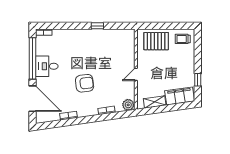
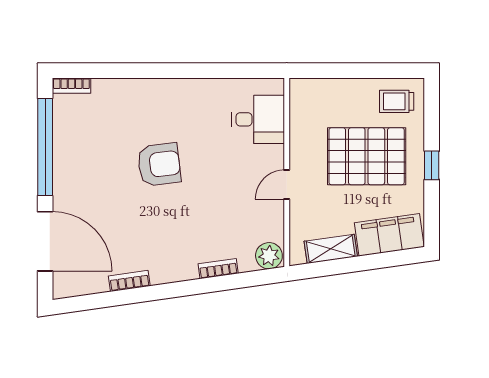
window: (97, 26) -> (197, 71), removed
pallet: (156, 41) -> (367, 156), moved, width x1.37, depth x1.41
desk: (47, 66) -> (258, 119), moved, turned 180
window: (198, 80) -> (432, 165), moved
armchair: (85, 83) -> (159, 164), moved

